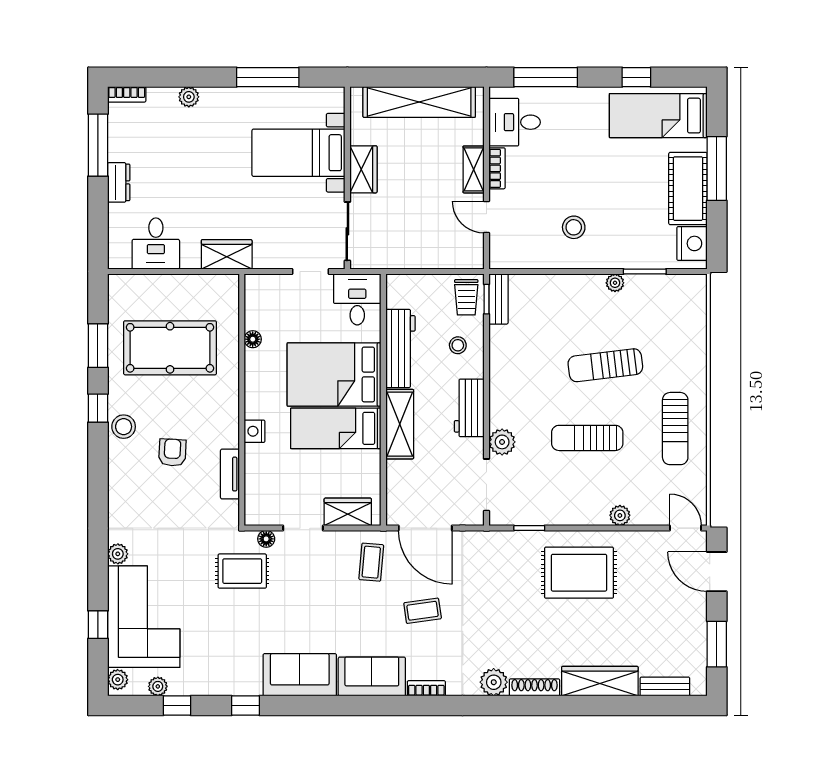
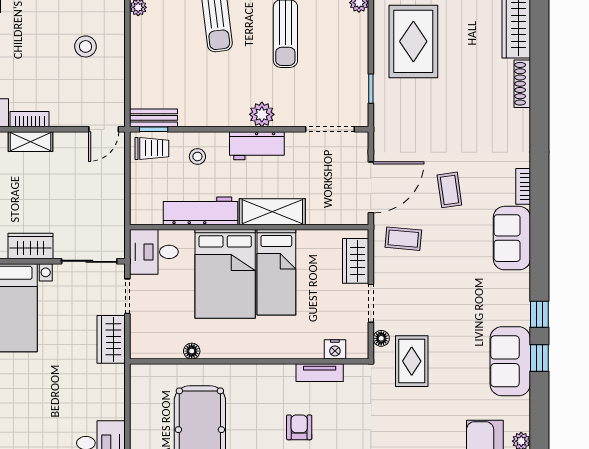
door: (486, 217) -> (104, 129), moved
wardrobe: (227, 254) -> (111, 339), moved
nightstand: (255, 431) -> (335, 349), moved
plant: (502, 442) -> (262, 114), moved
armchair: (172, 452) -> (299, 427), turned 87
sofa: (300, 675) -> (510, 361), moved
plant: (494, 682) -> (517, 122), removed
window: (177, 706) -> (539, 314), moved

